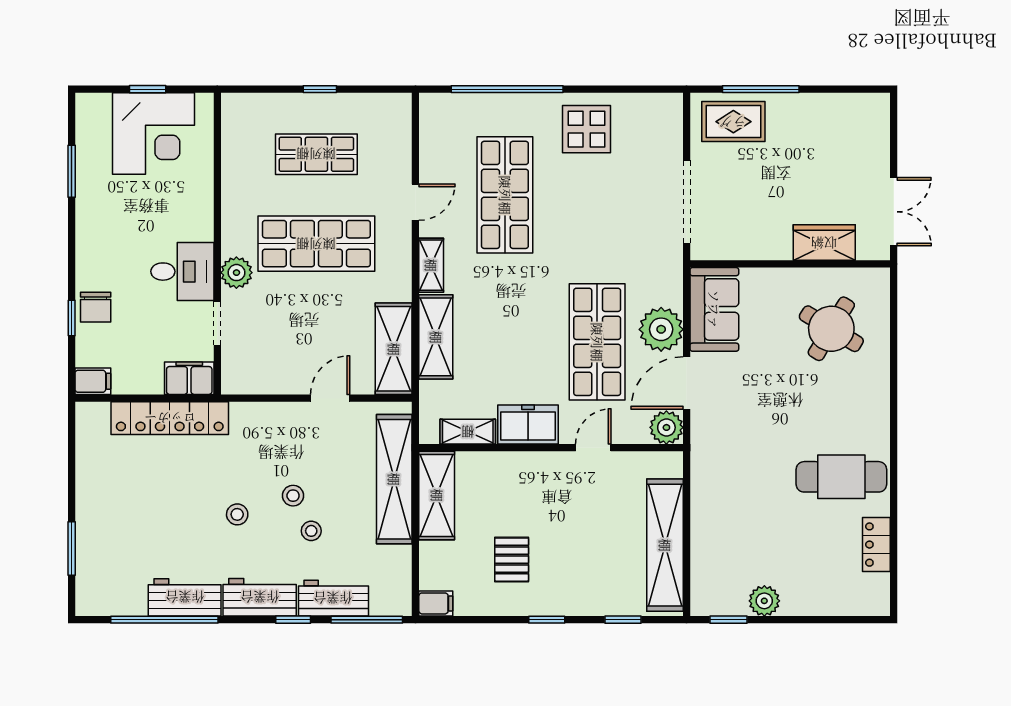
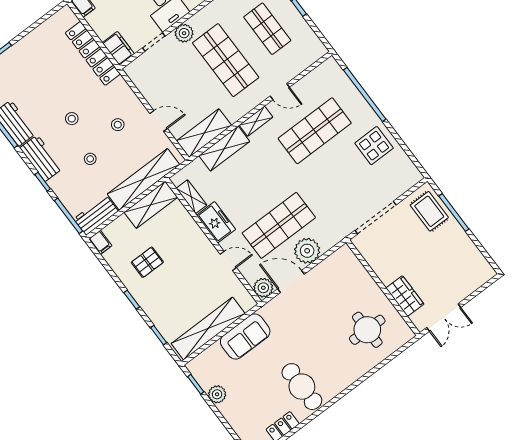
sofa: (714, 309) -> (245, 337), moved
round table: (831, 329) -> (367, 330), turned -31
stool: (293, 496) -> (118, 125), moved
workbench: (333, 598) -> (96, 215), moved, turned -90

